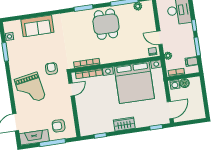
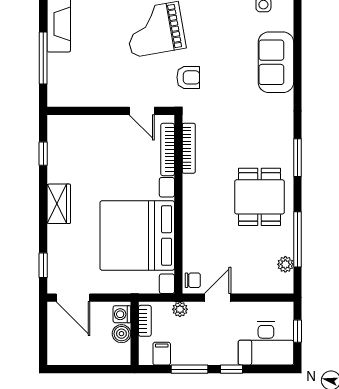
dining table: (106, 24) -> (259, 197), turned 90
armchair: (59, 126) -> (74, 75), removed

